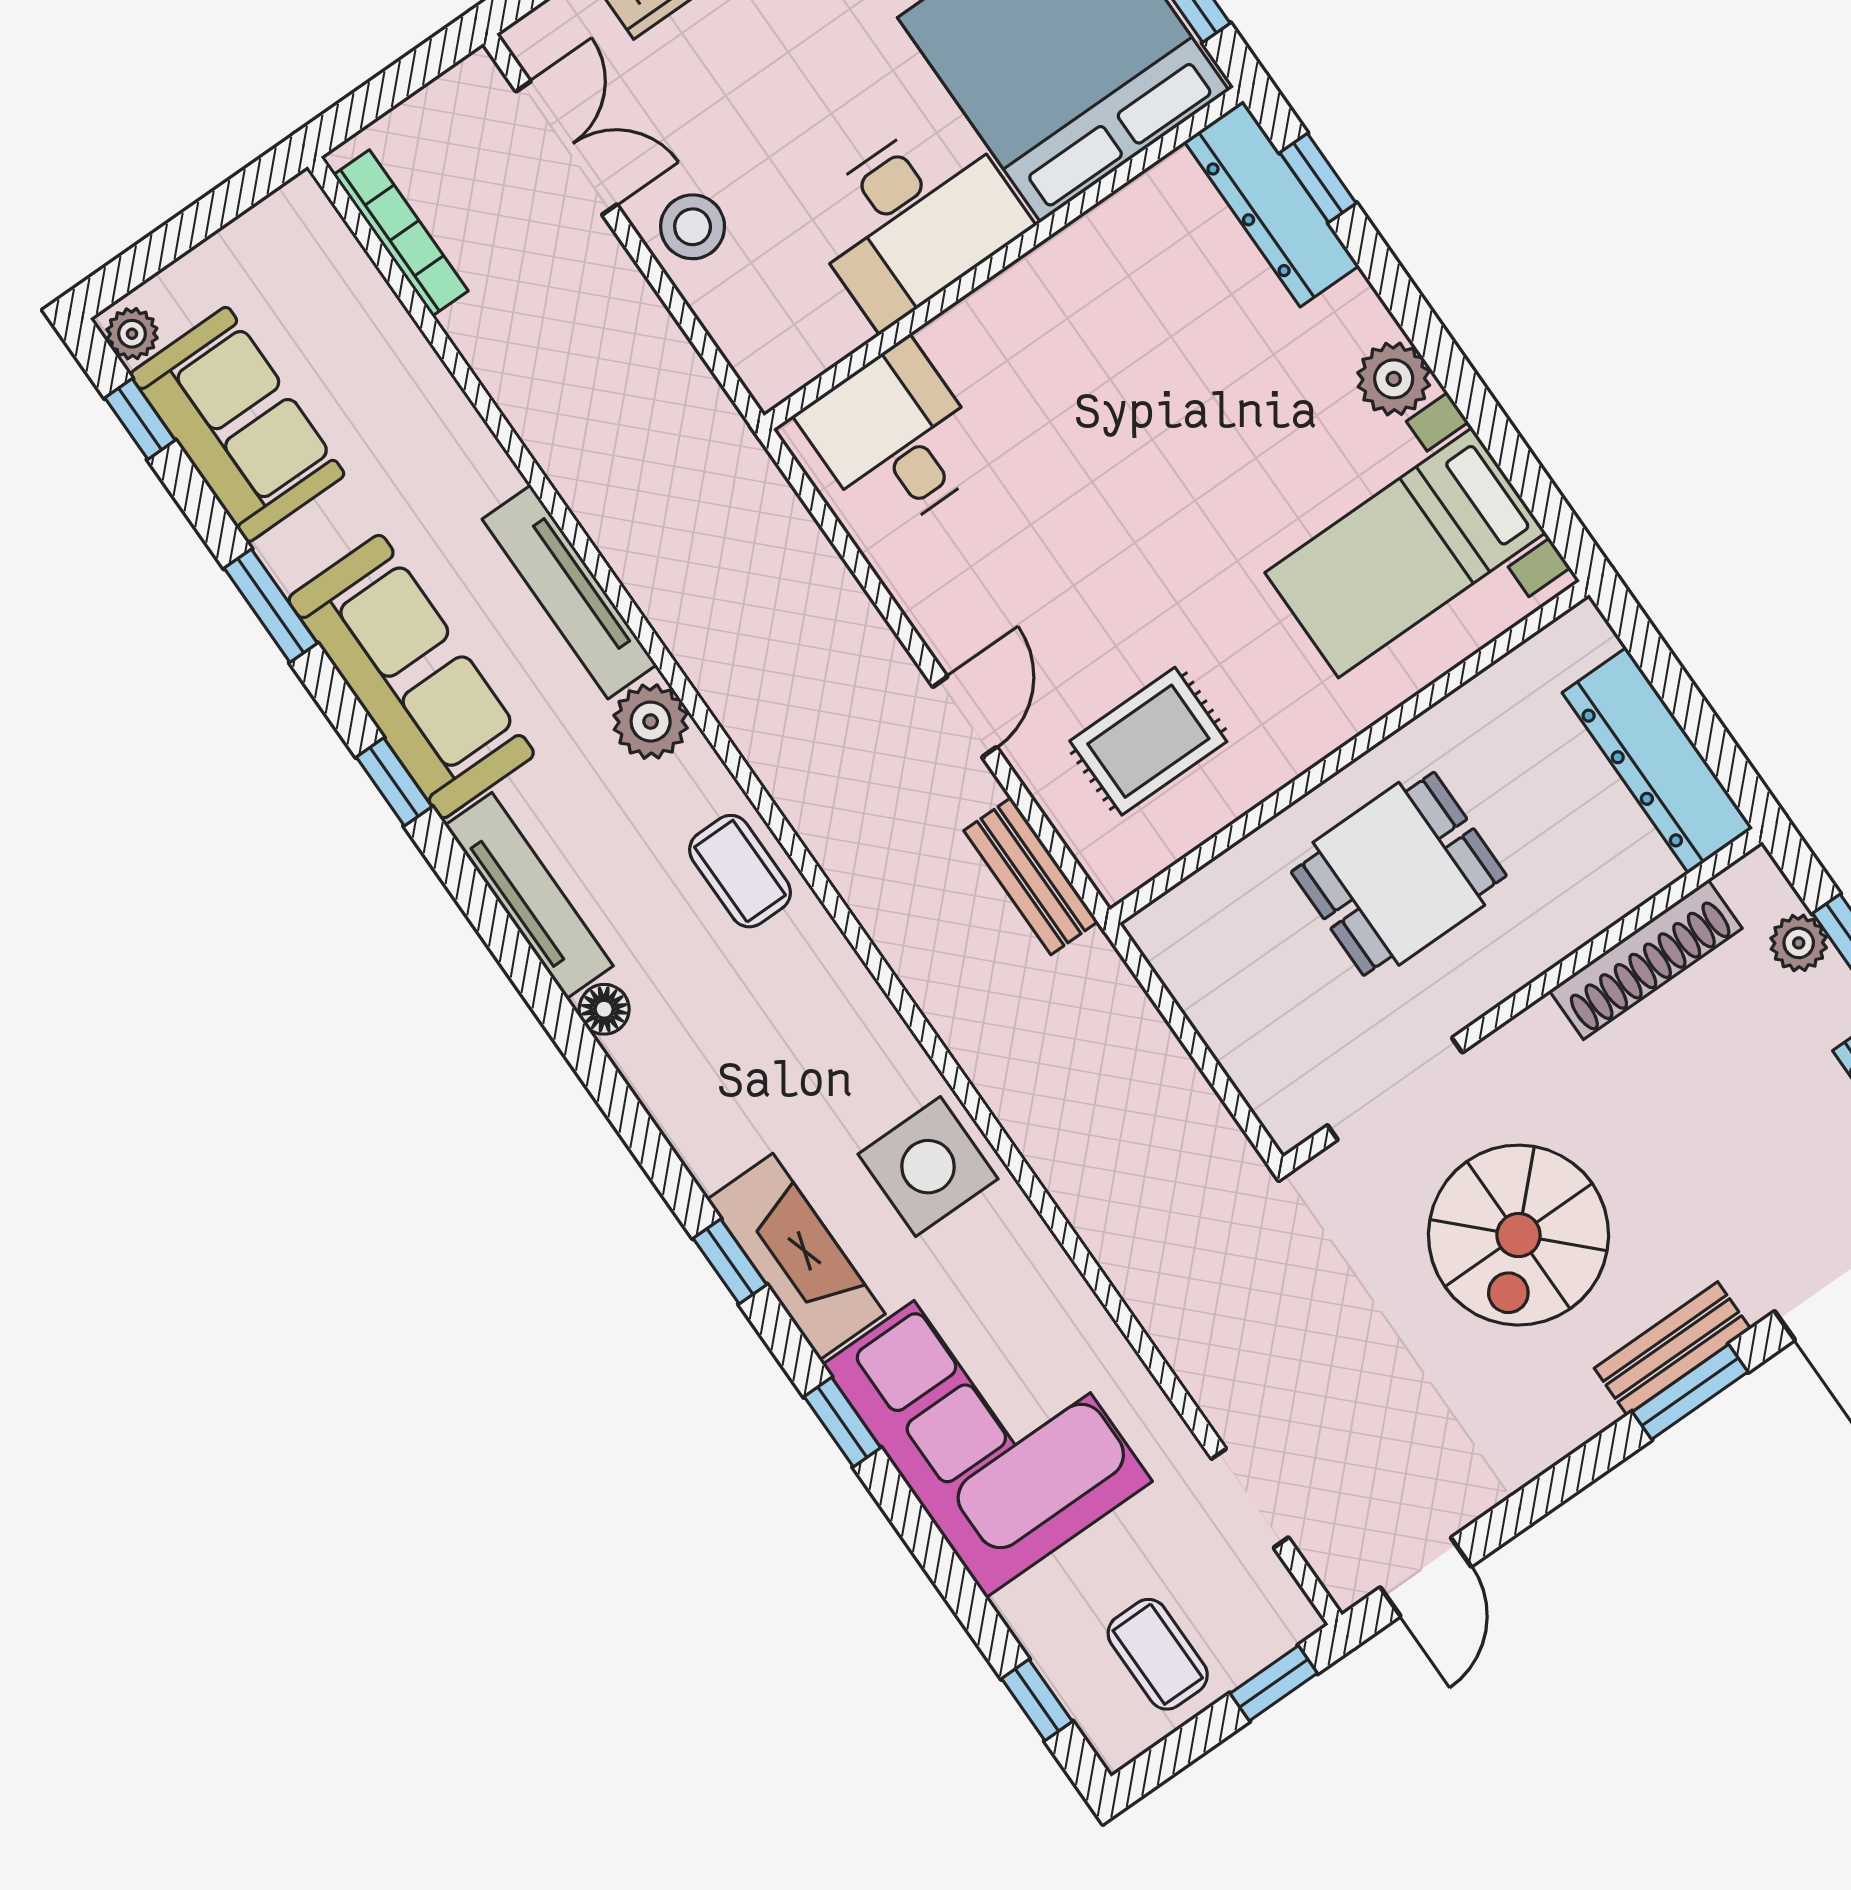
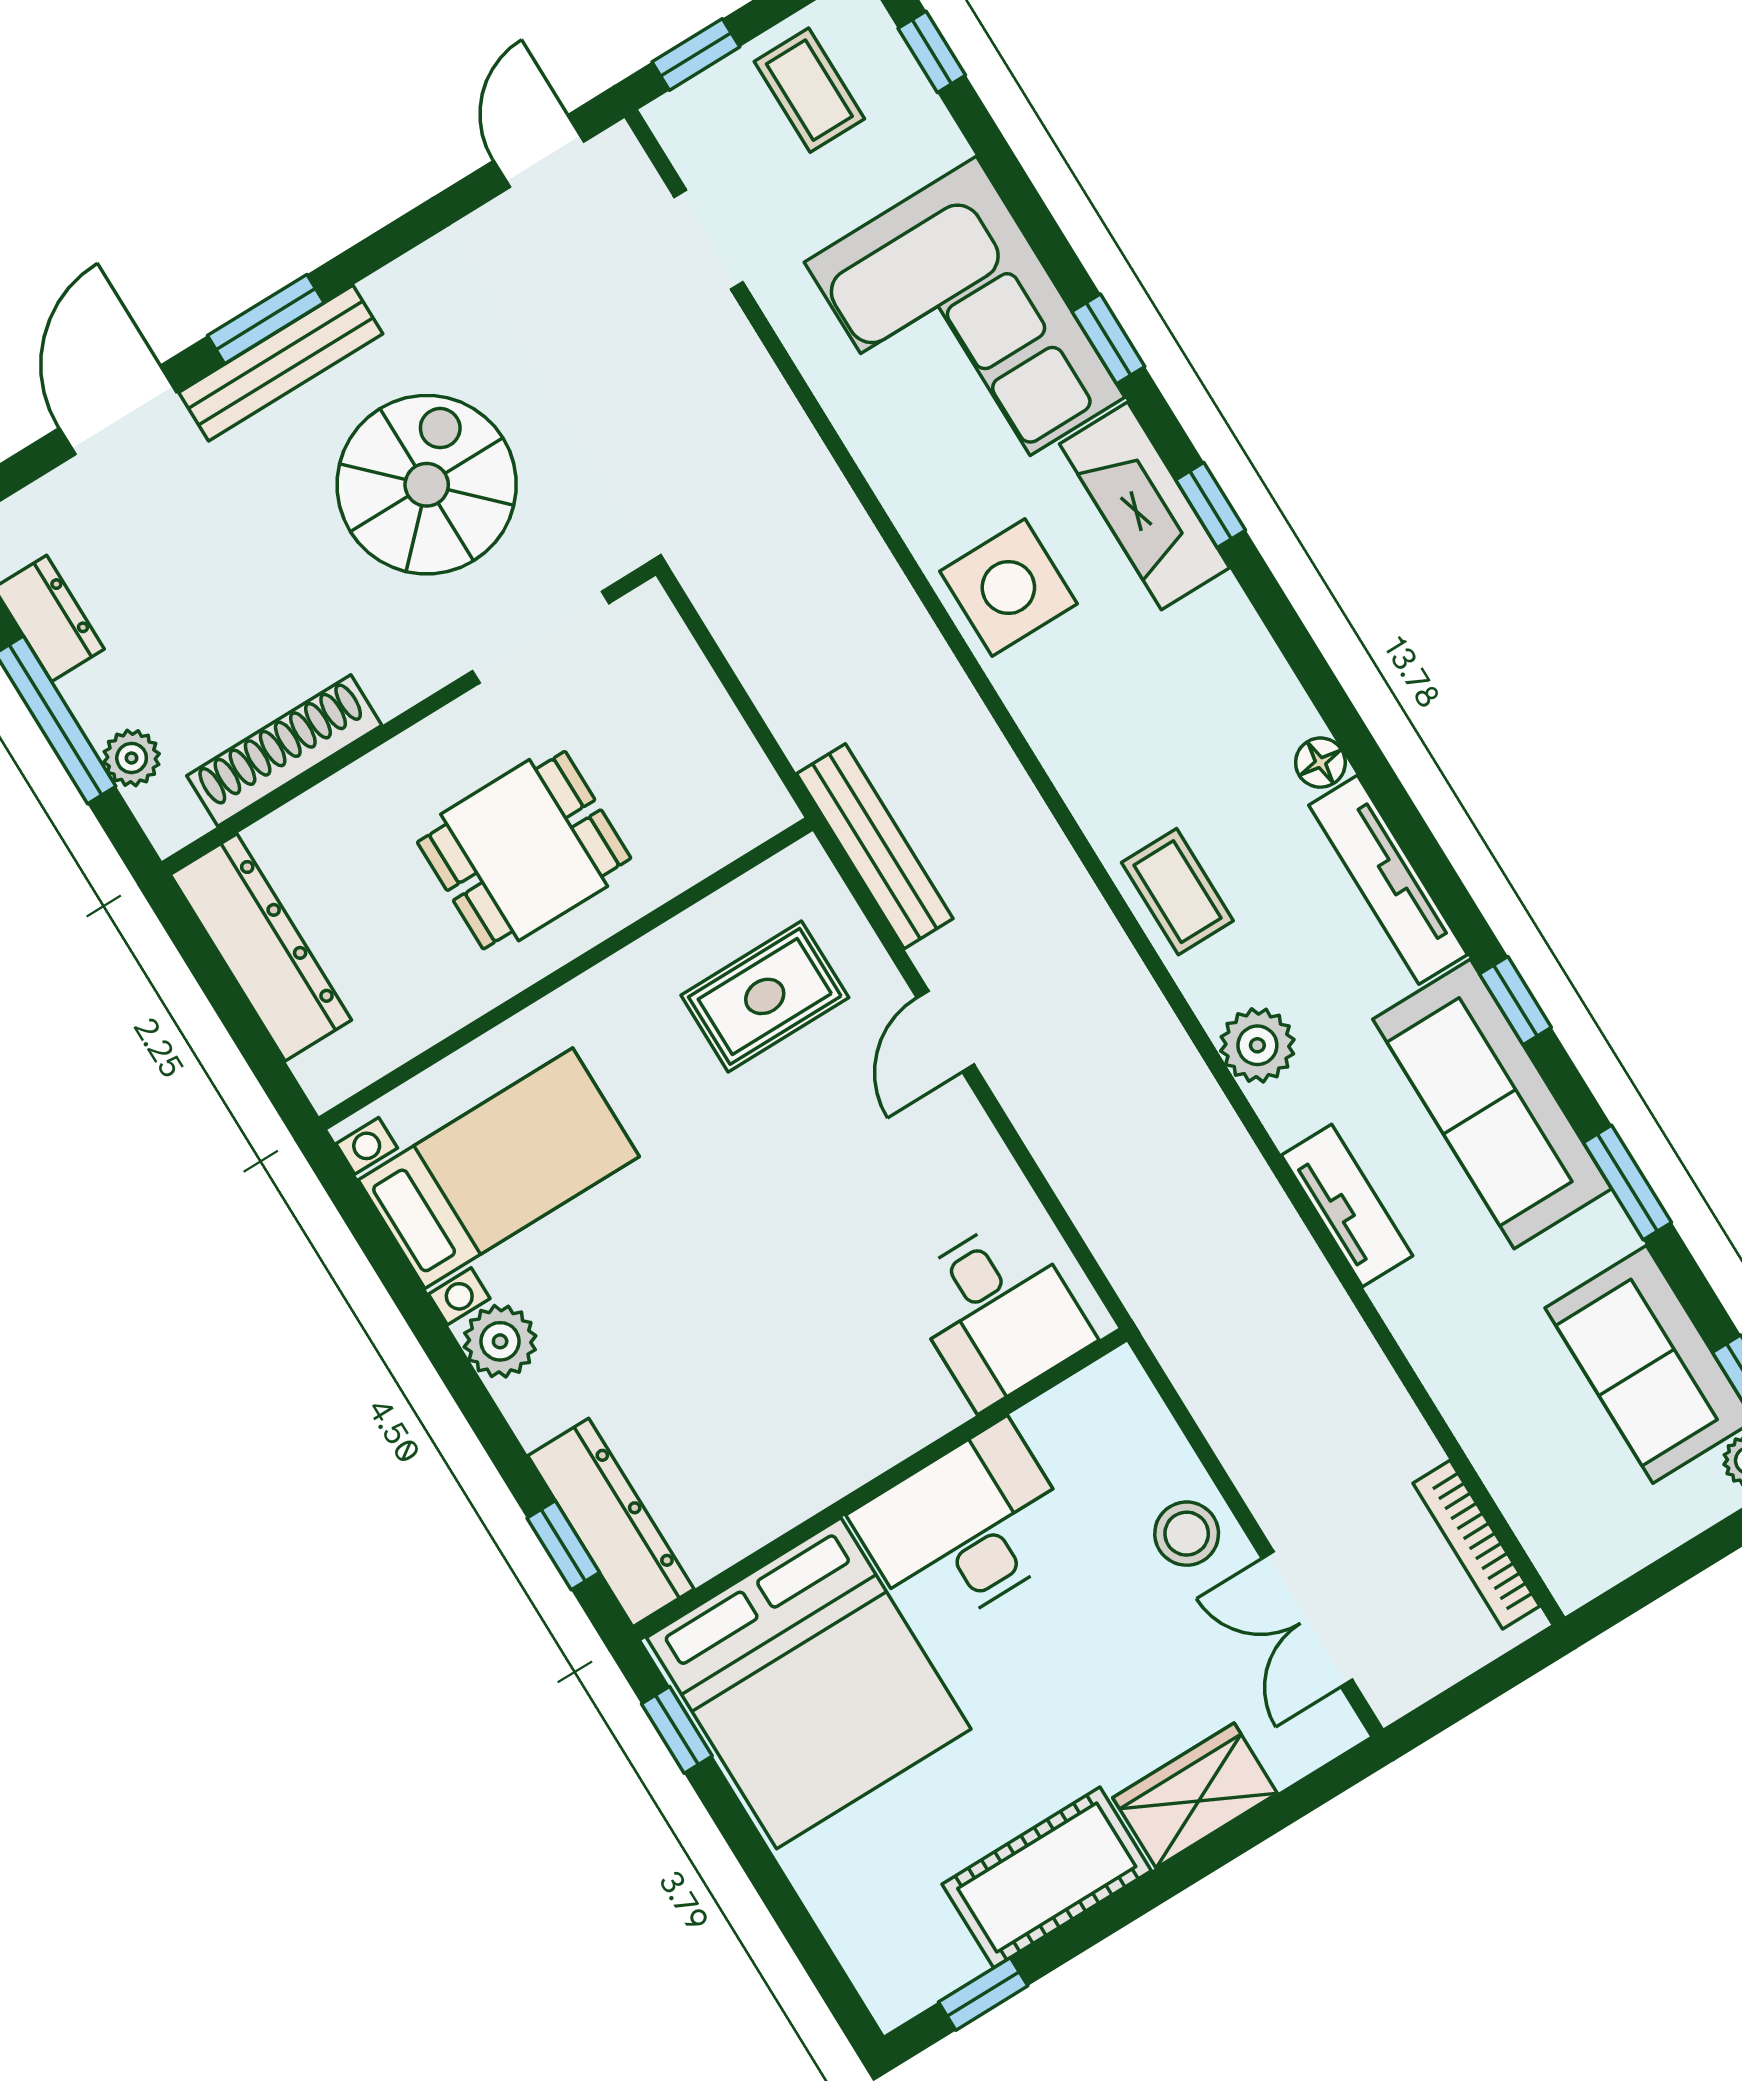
tv unit: (569, 592) -> (1347, 1205), width x0.71
bench: (1031, 876) -> (875, 846), width x1.36
bench: (1672, 1349) -> (281, 363), width x1.36

